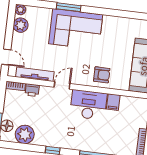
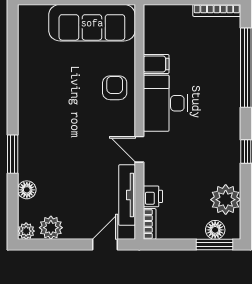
floor lamp: (46, 13) -> (27, 190), added
corner sofa: (76, 29) -> (47, 139), removed

